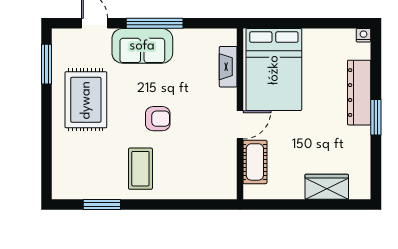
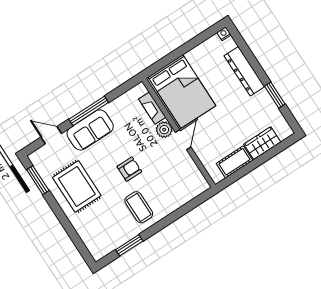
plant: (226, 100) -> (164, 130), added
window: (376, 117) -> (275, 95), moved
cot: (255, 162) -> (234, 162), moved, turned 90

